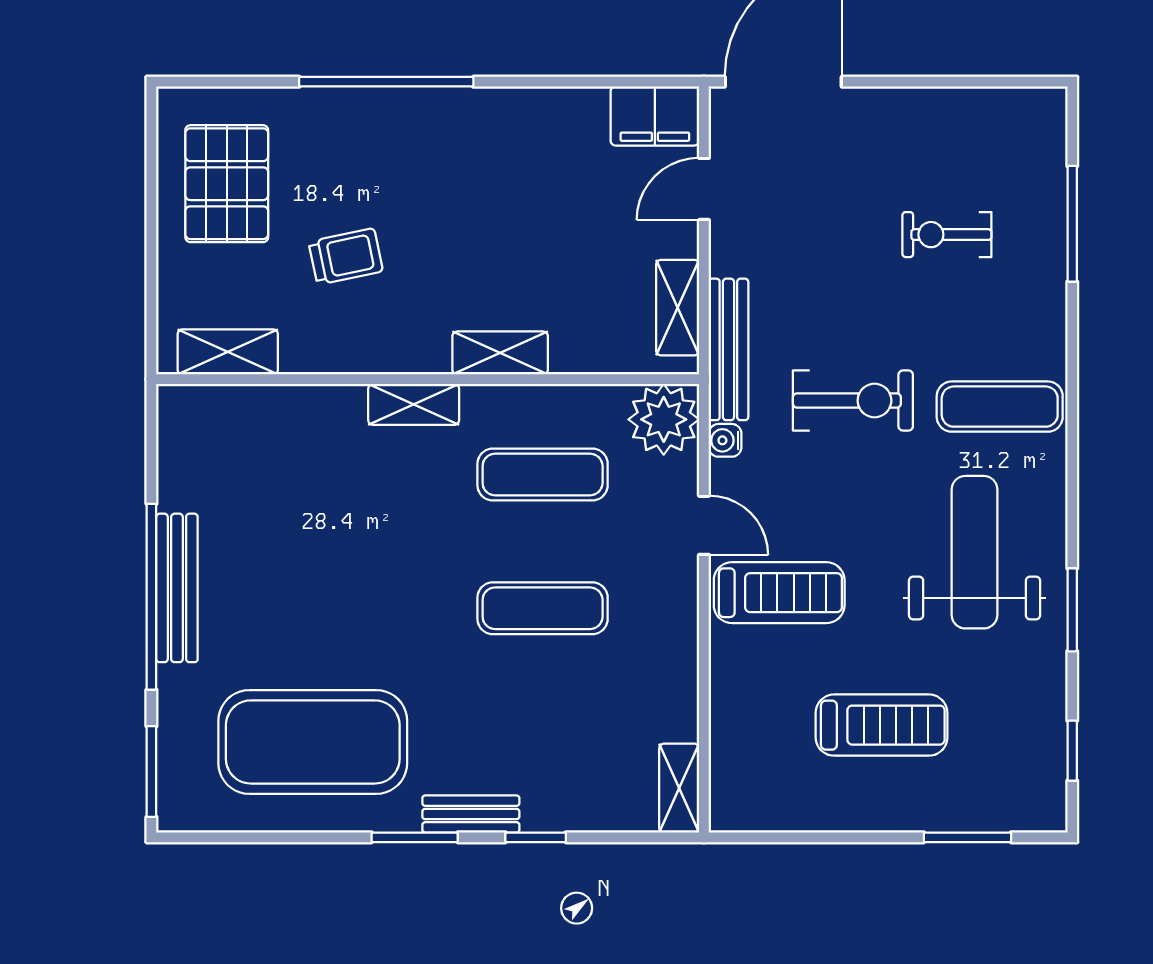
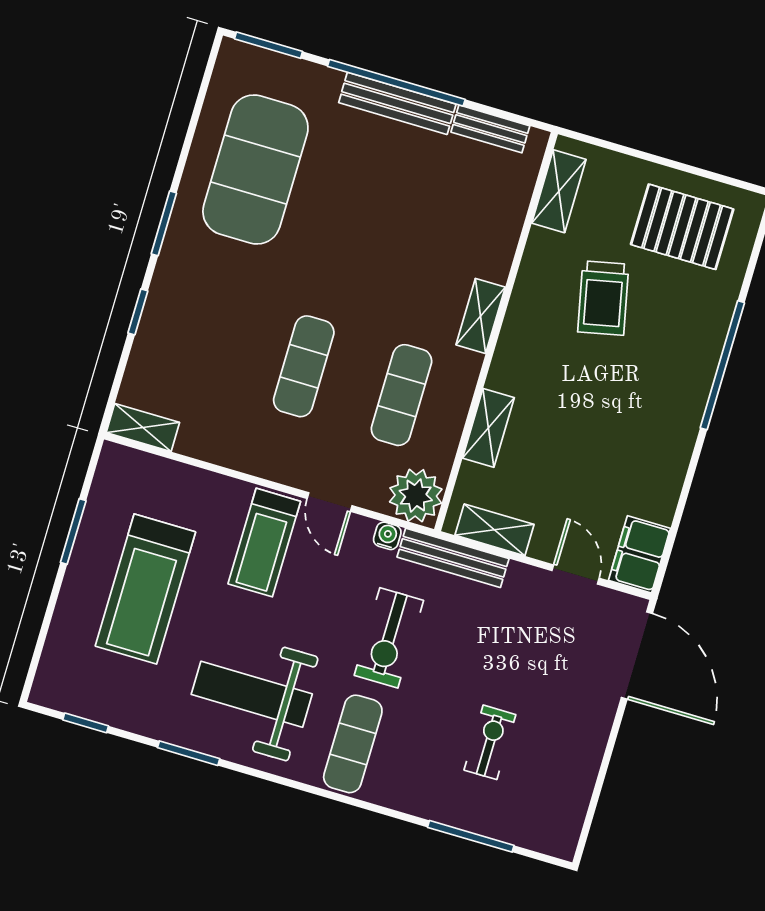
trolley: (346, 256) -> (603, 298), width x1.36, depth x1.39
shelving: (500, 353) -> (488, 428), moved
door: (704, 525) -> (330, 502), hinge flipped
weight bench: (975, 552) -> (252, 694), turned 180
treadmill: (882, 725) -> (145, 589), width x1.37, depth x1.38
bench: (471, 814) -> (490, 129), moved, turned 90
window: (967, 837) -> (73, 532), moved

